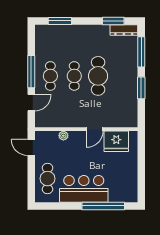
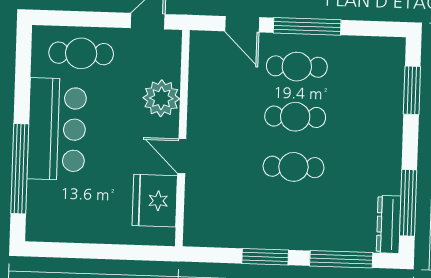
window: (113, 21) -> (408, 203), width x1.44
cafe table: (98, 76) -> (293, 167), width x0.73, depth x0.74
plant: (63, 136) -> (161, 98), width x1.87, depth x1.87

